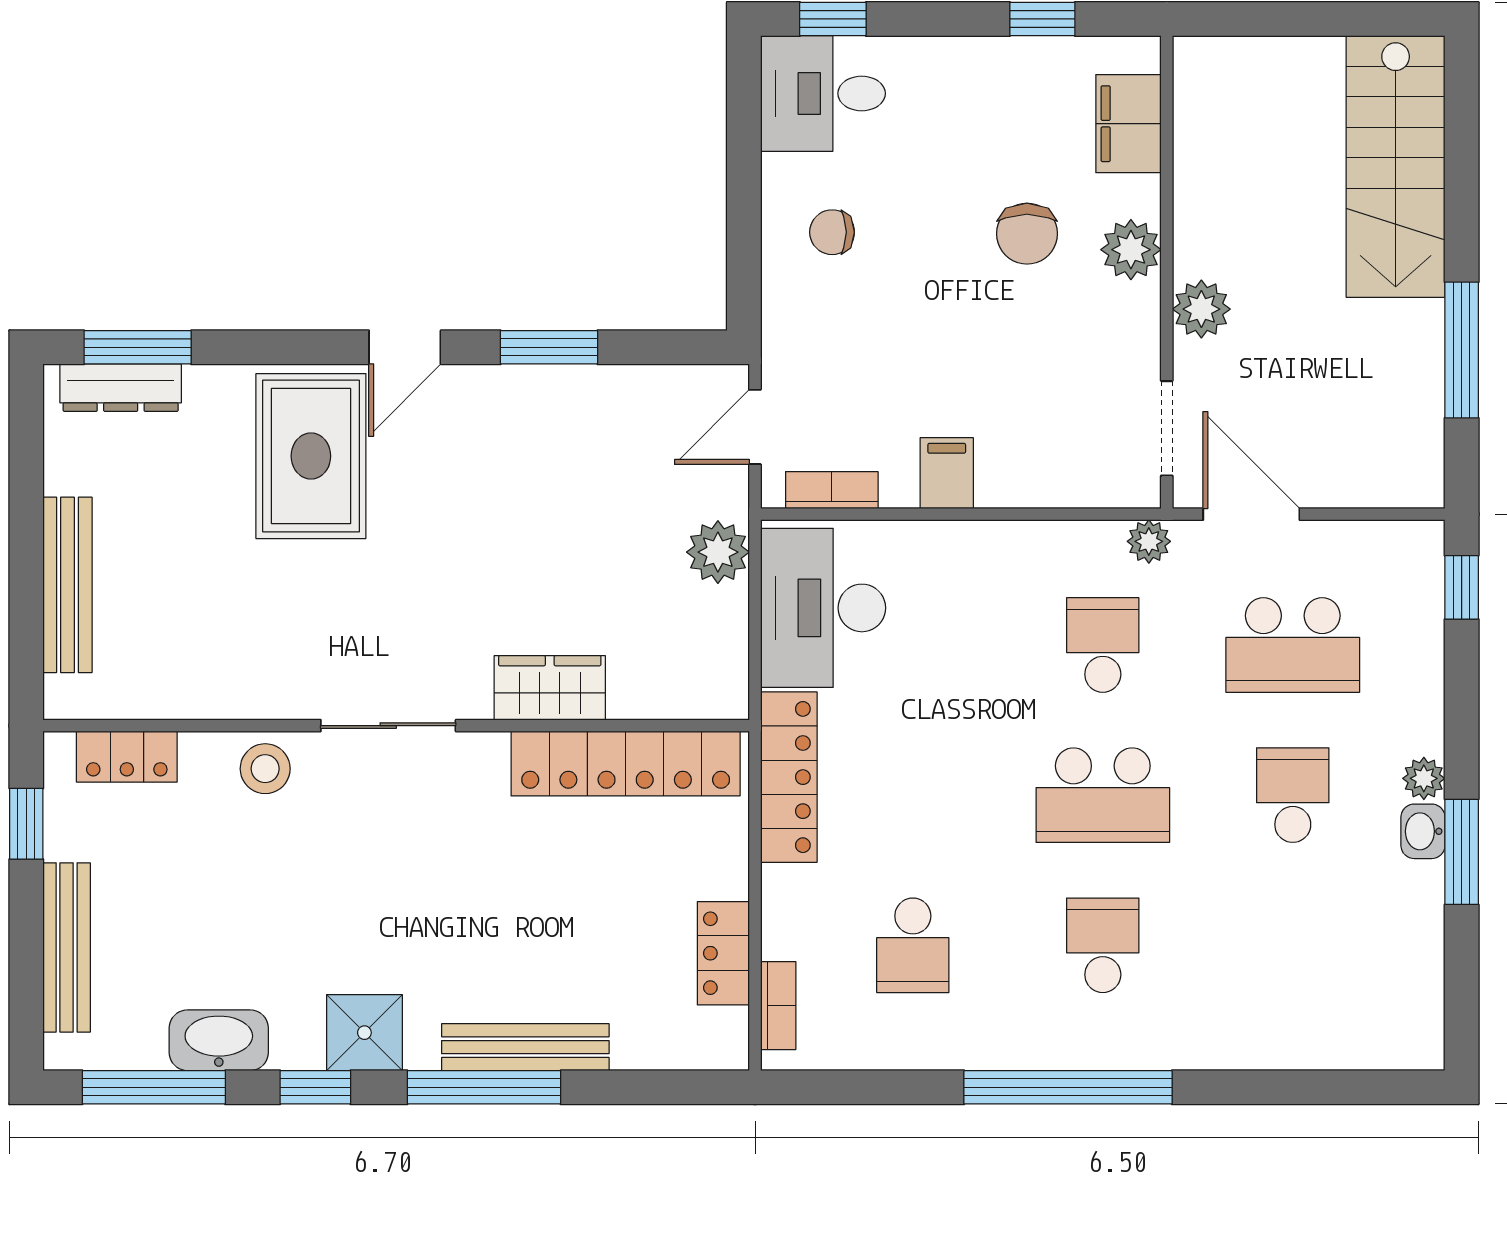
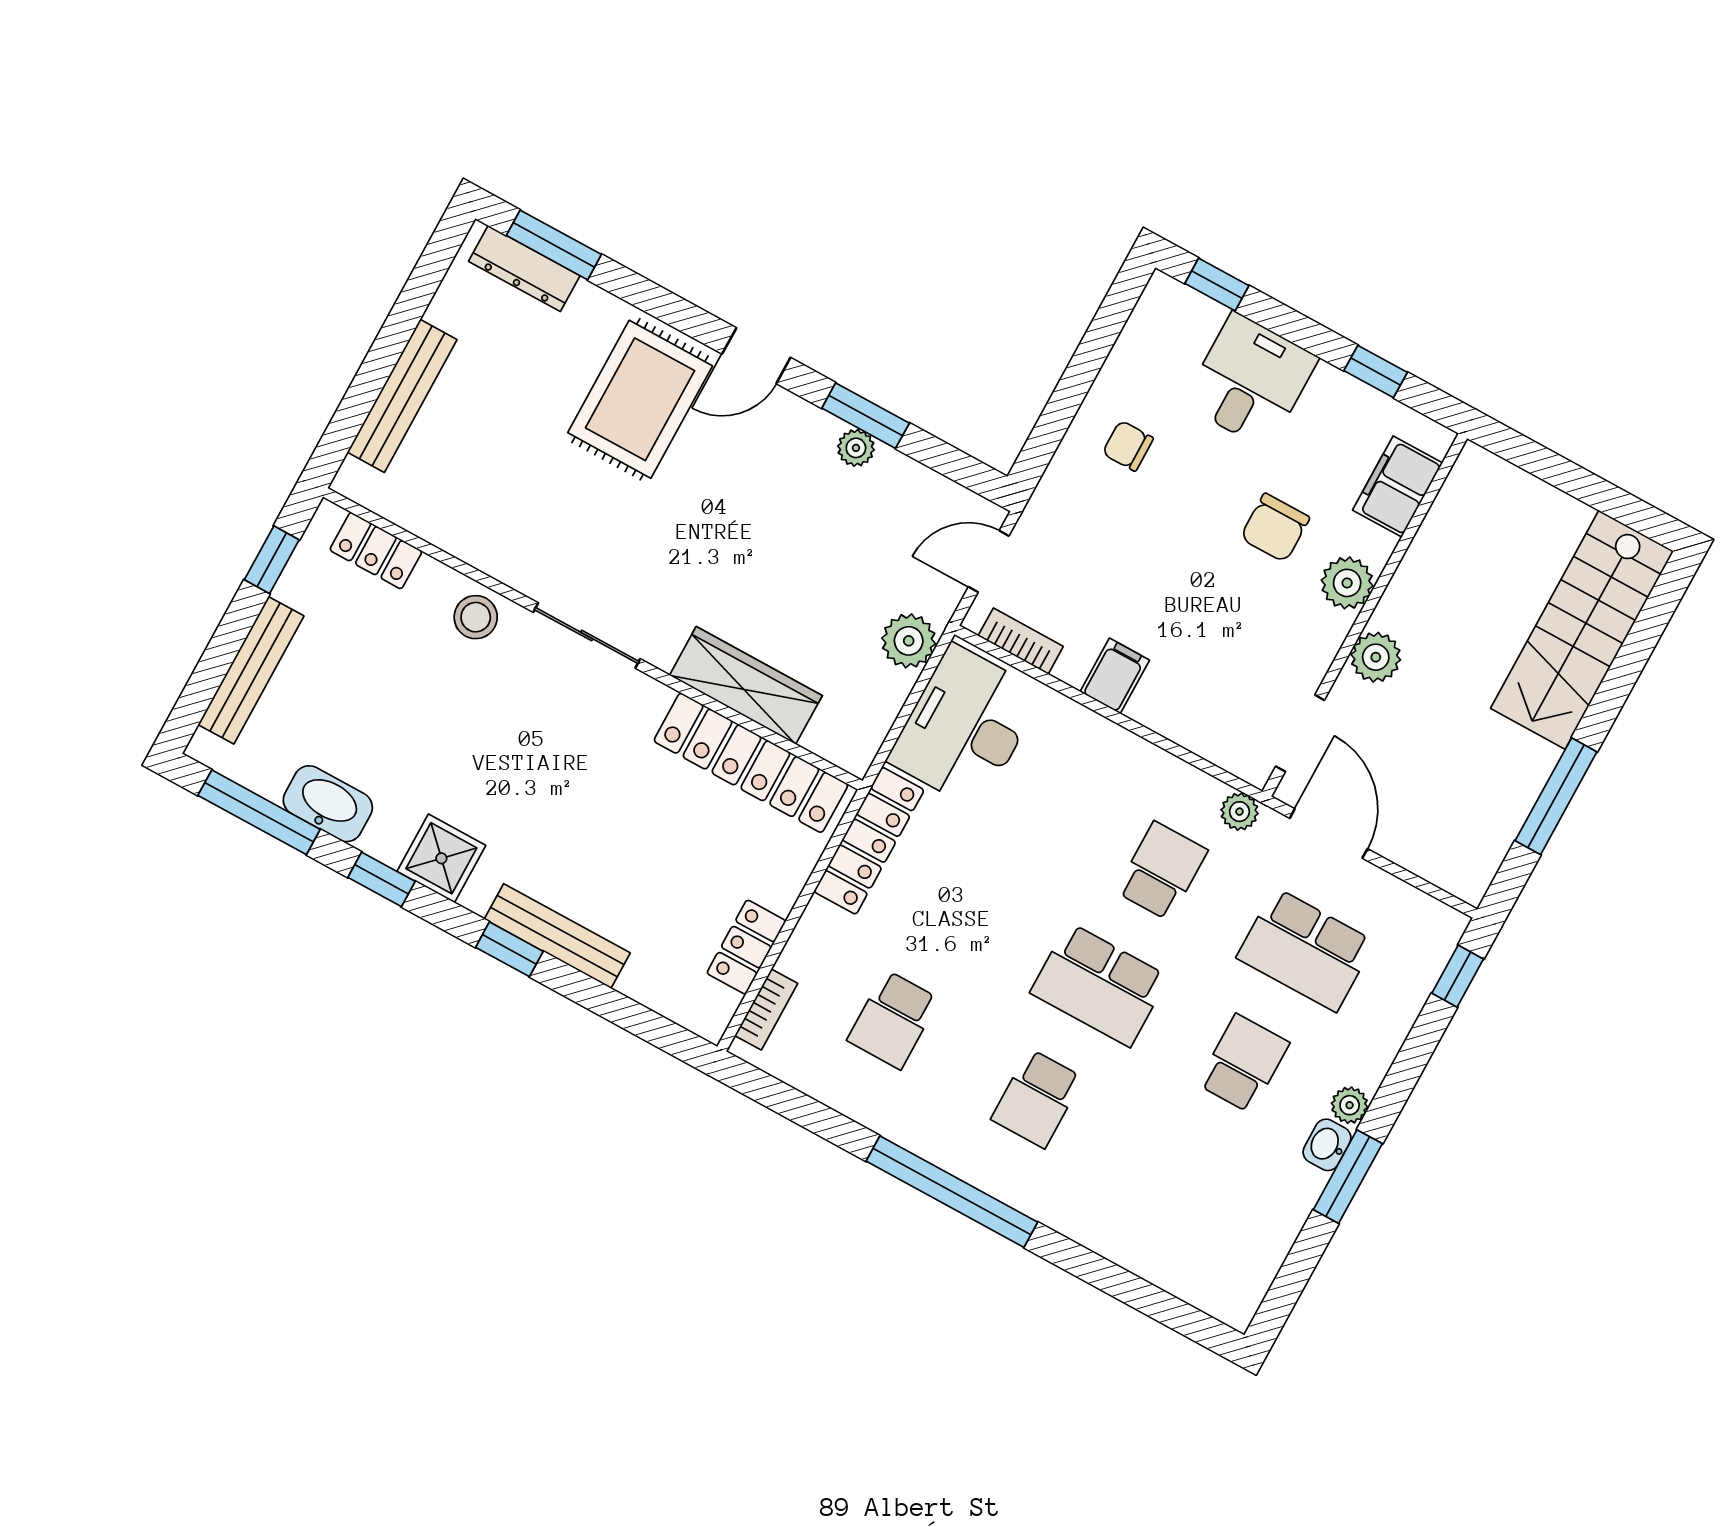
desk: (823, 93) -> (1250, 381), moved, turned 90
plant: (557, 385) -> (856, 448), added
wardrobe: (550, 688) -> (746, 685), width x1.50
school desk: (1103, 945) -> (1037, 1098), turned 180
window: (484, 1087) -> (509, 949), width x0.46

